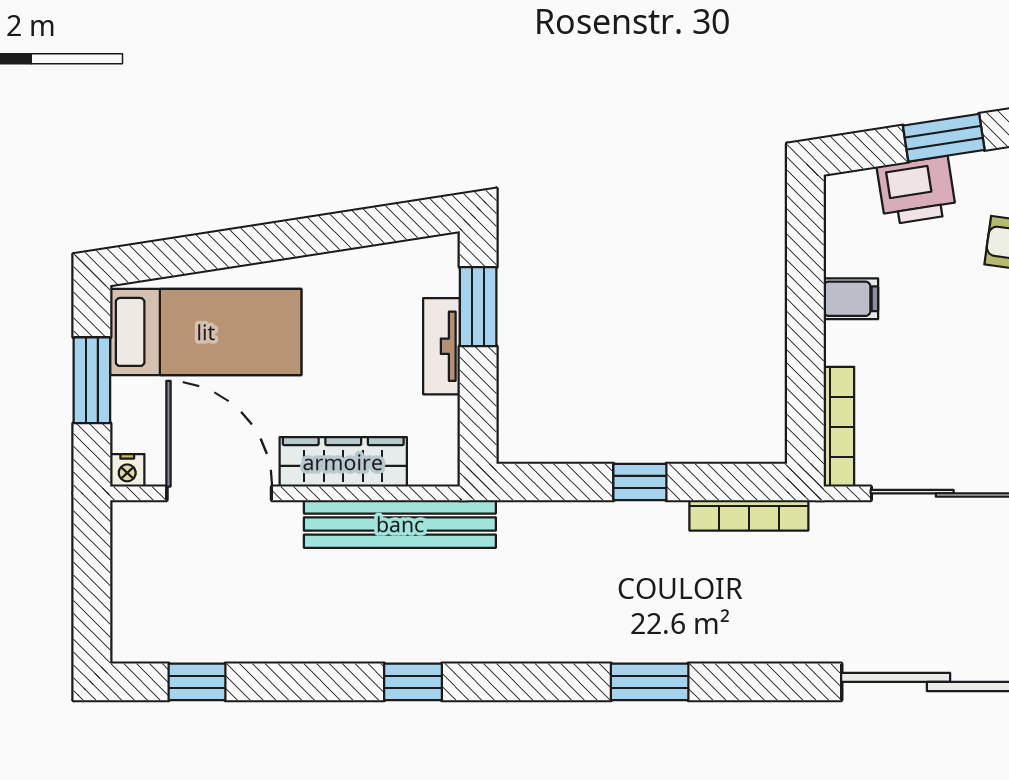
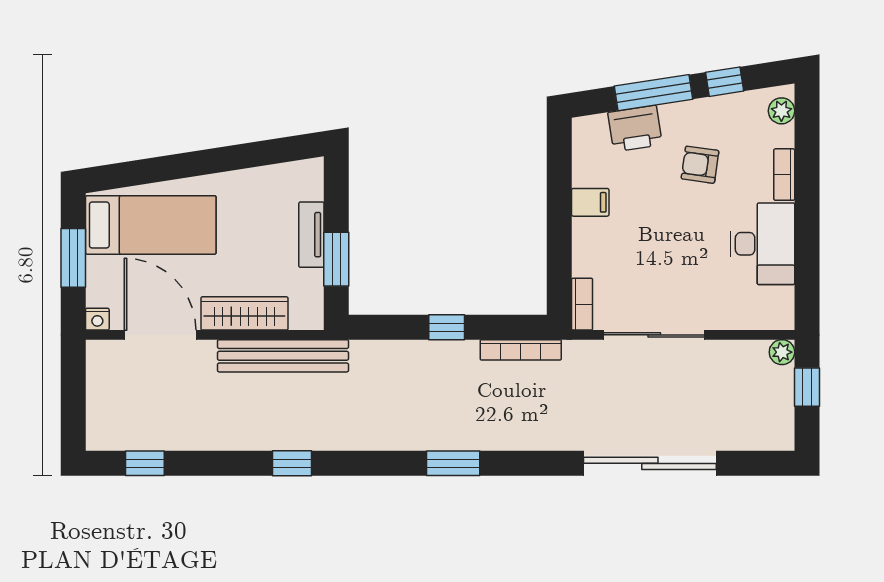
window: (944, 138) -> (653, 93), width x1.44
window: (478, 307) -> (336, 259), moved
bookcase: (839, 427) -> (582, 304), width x0.64

